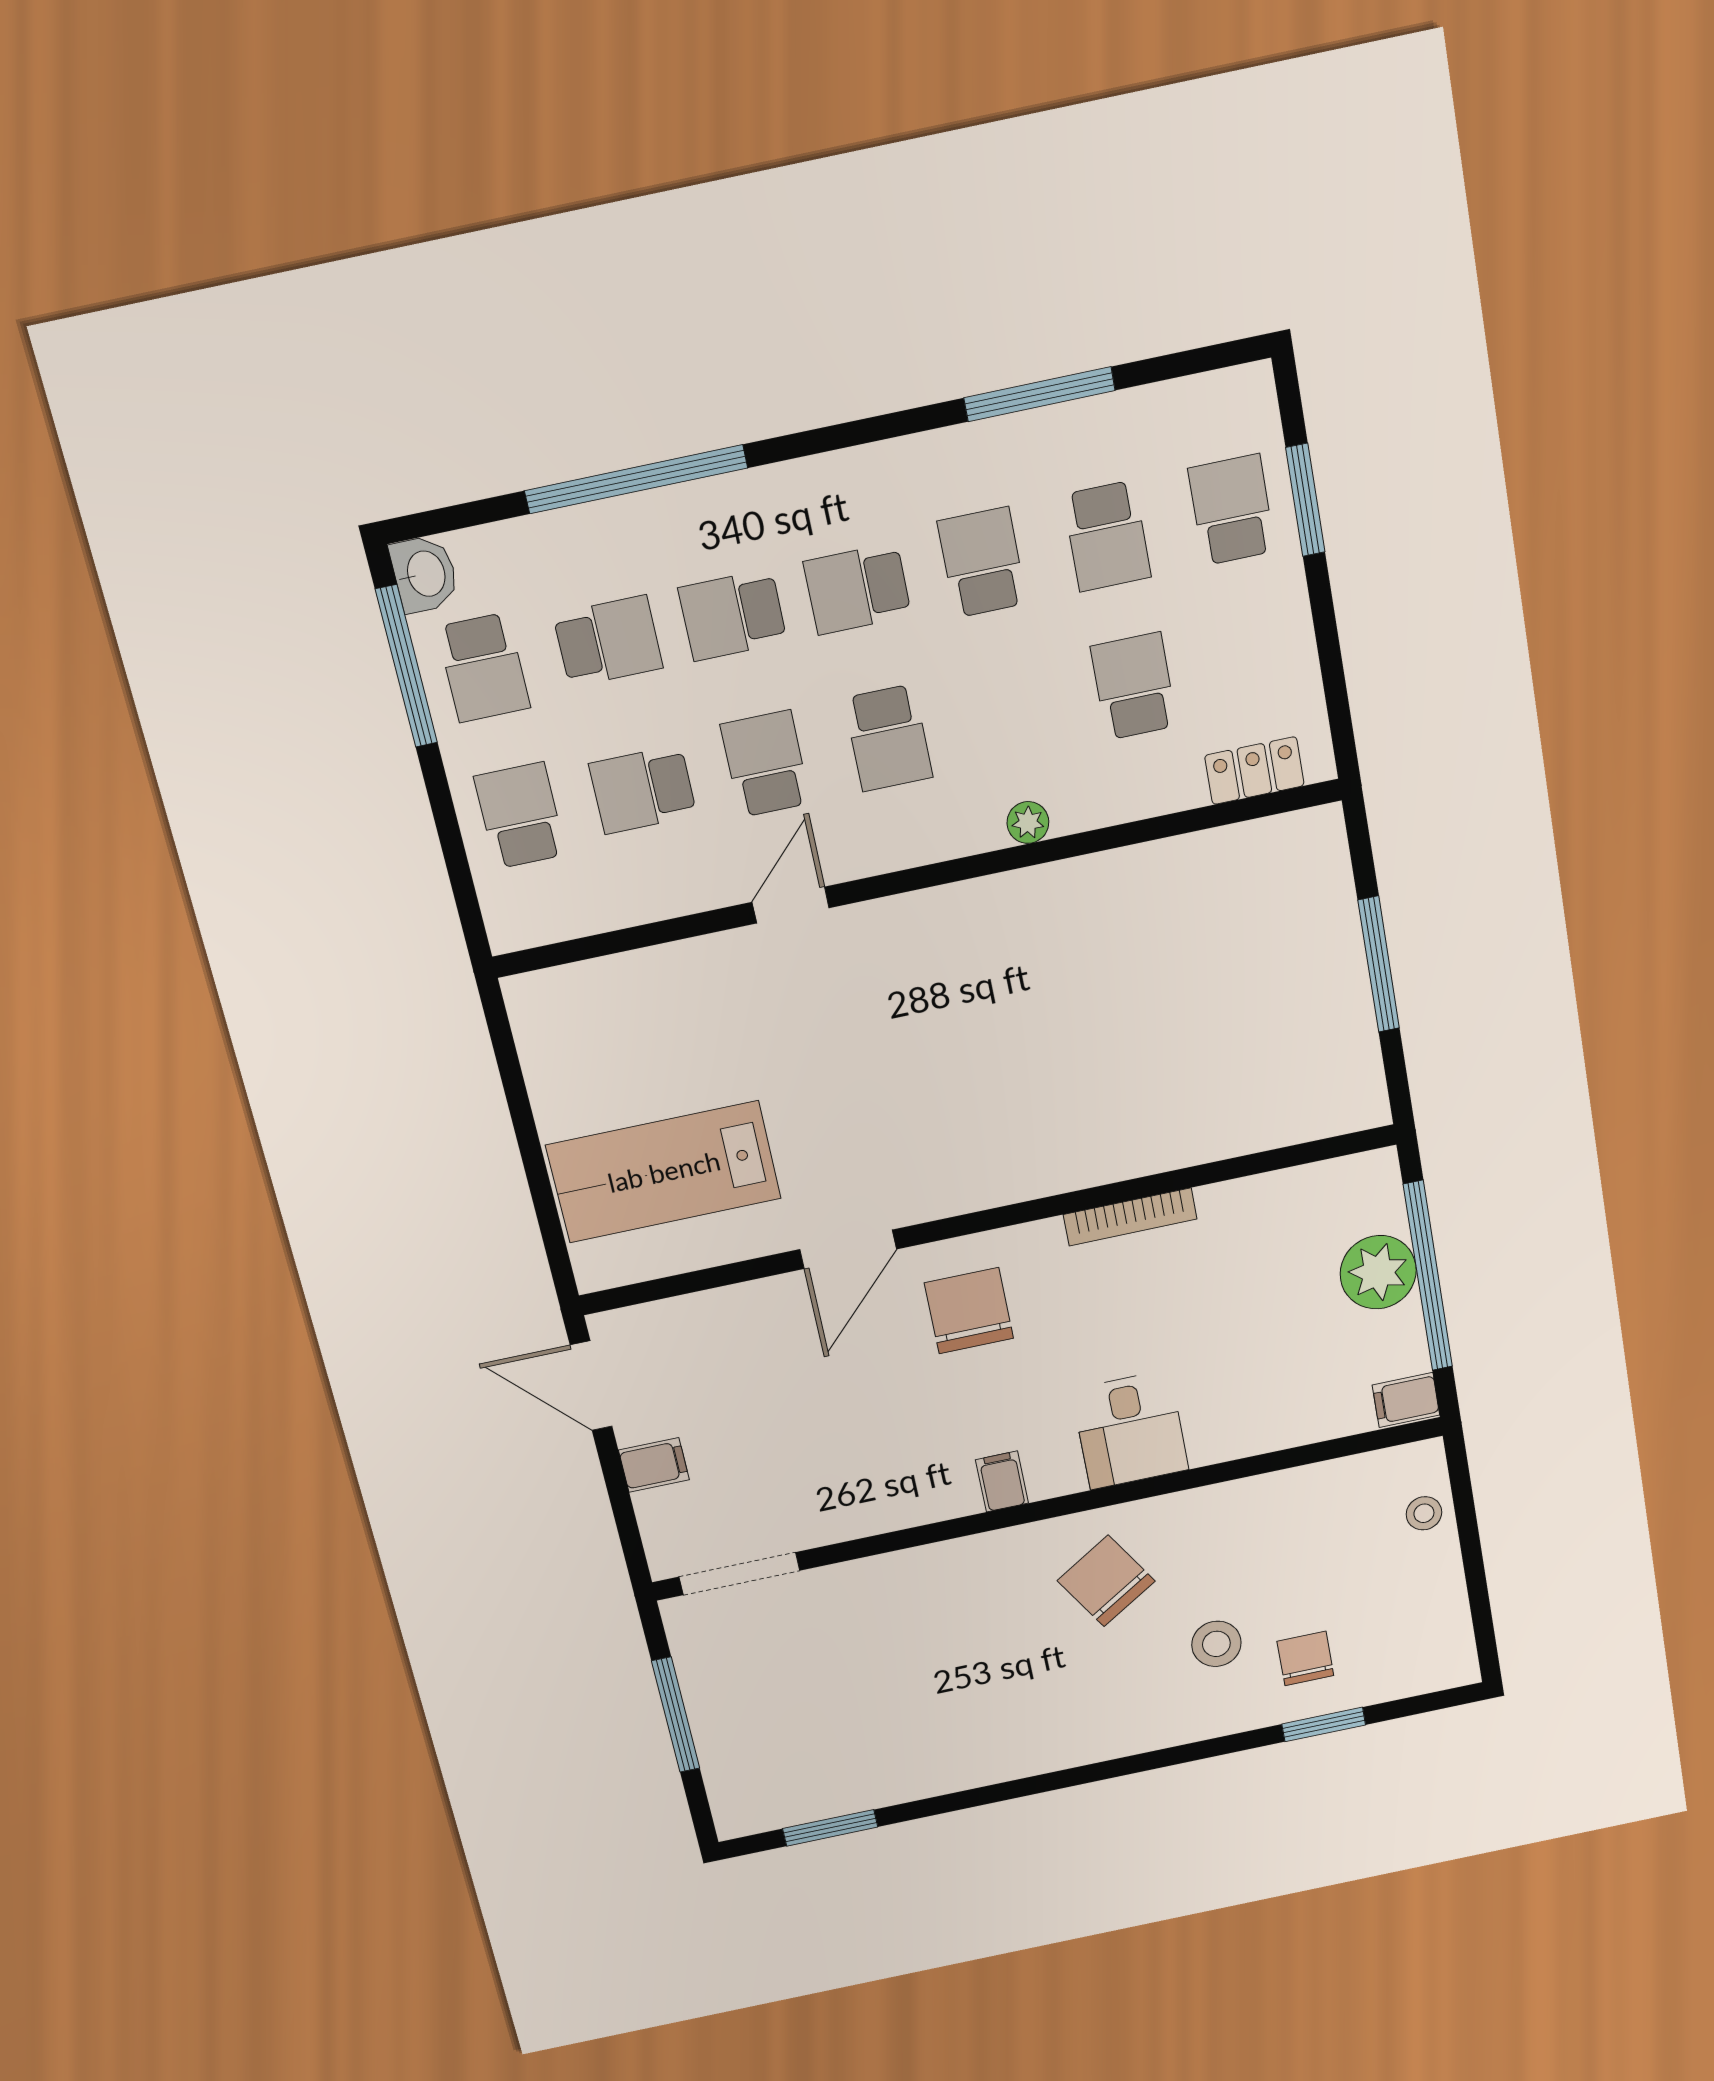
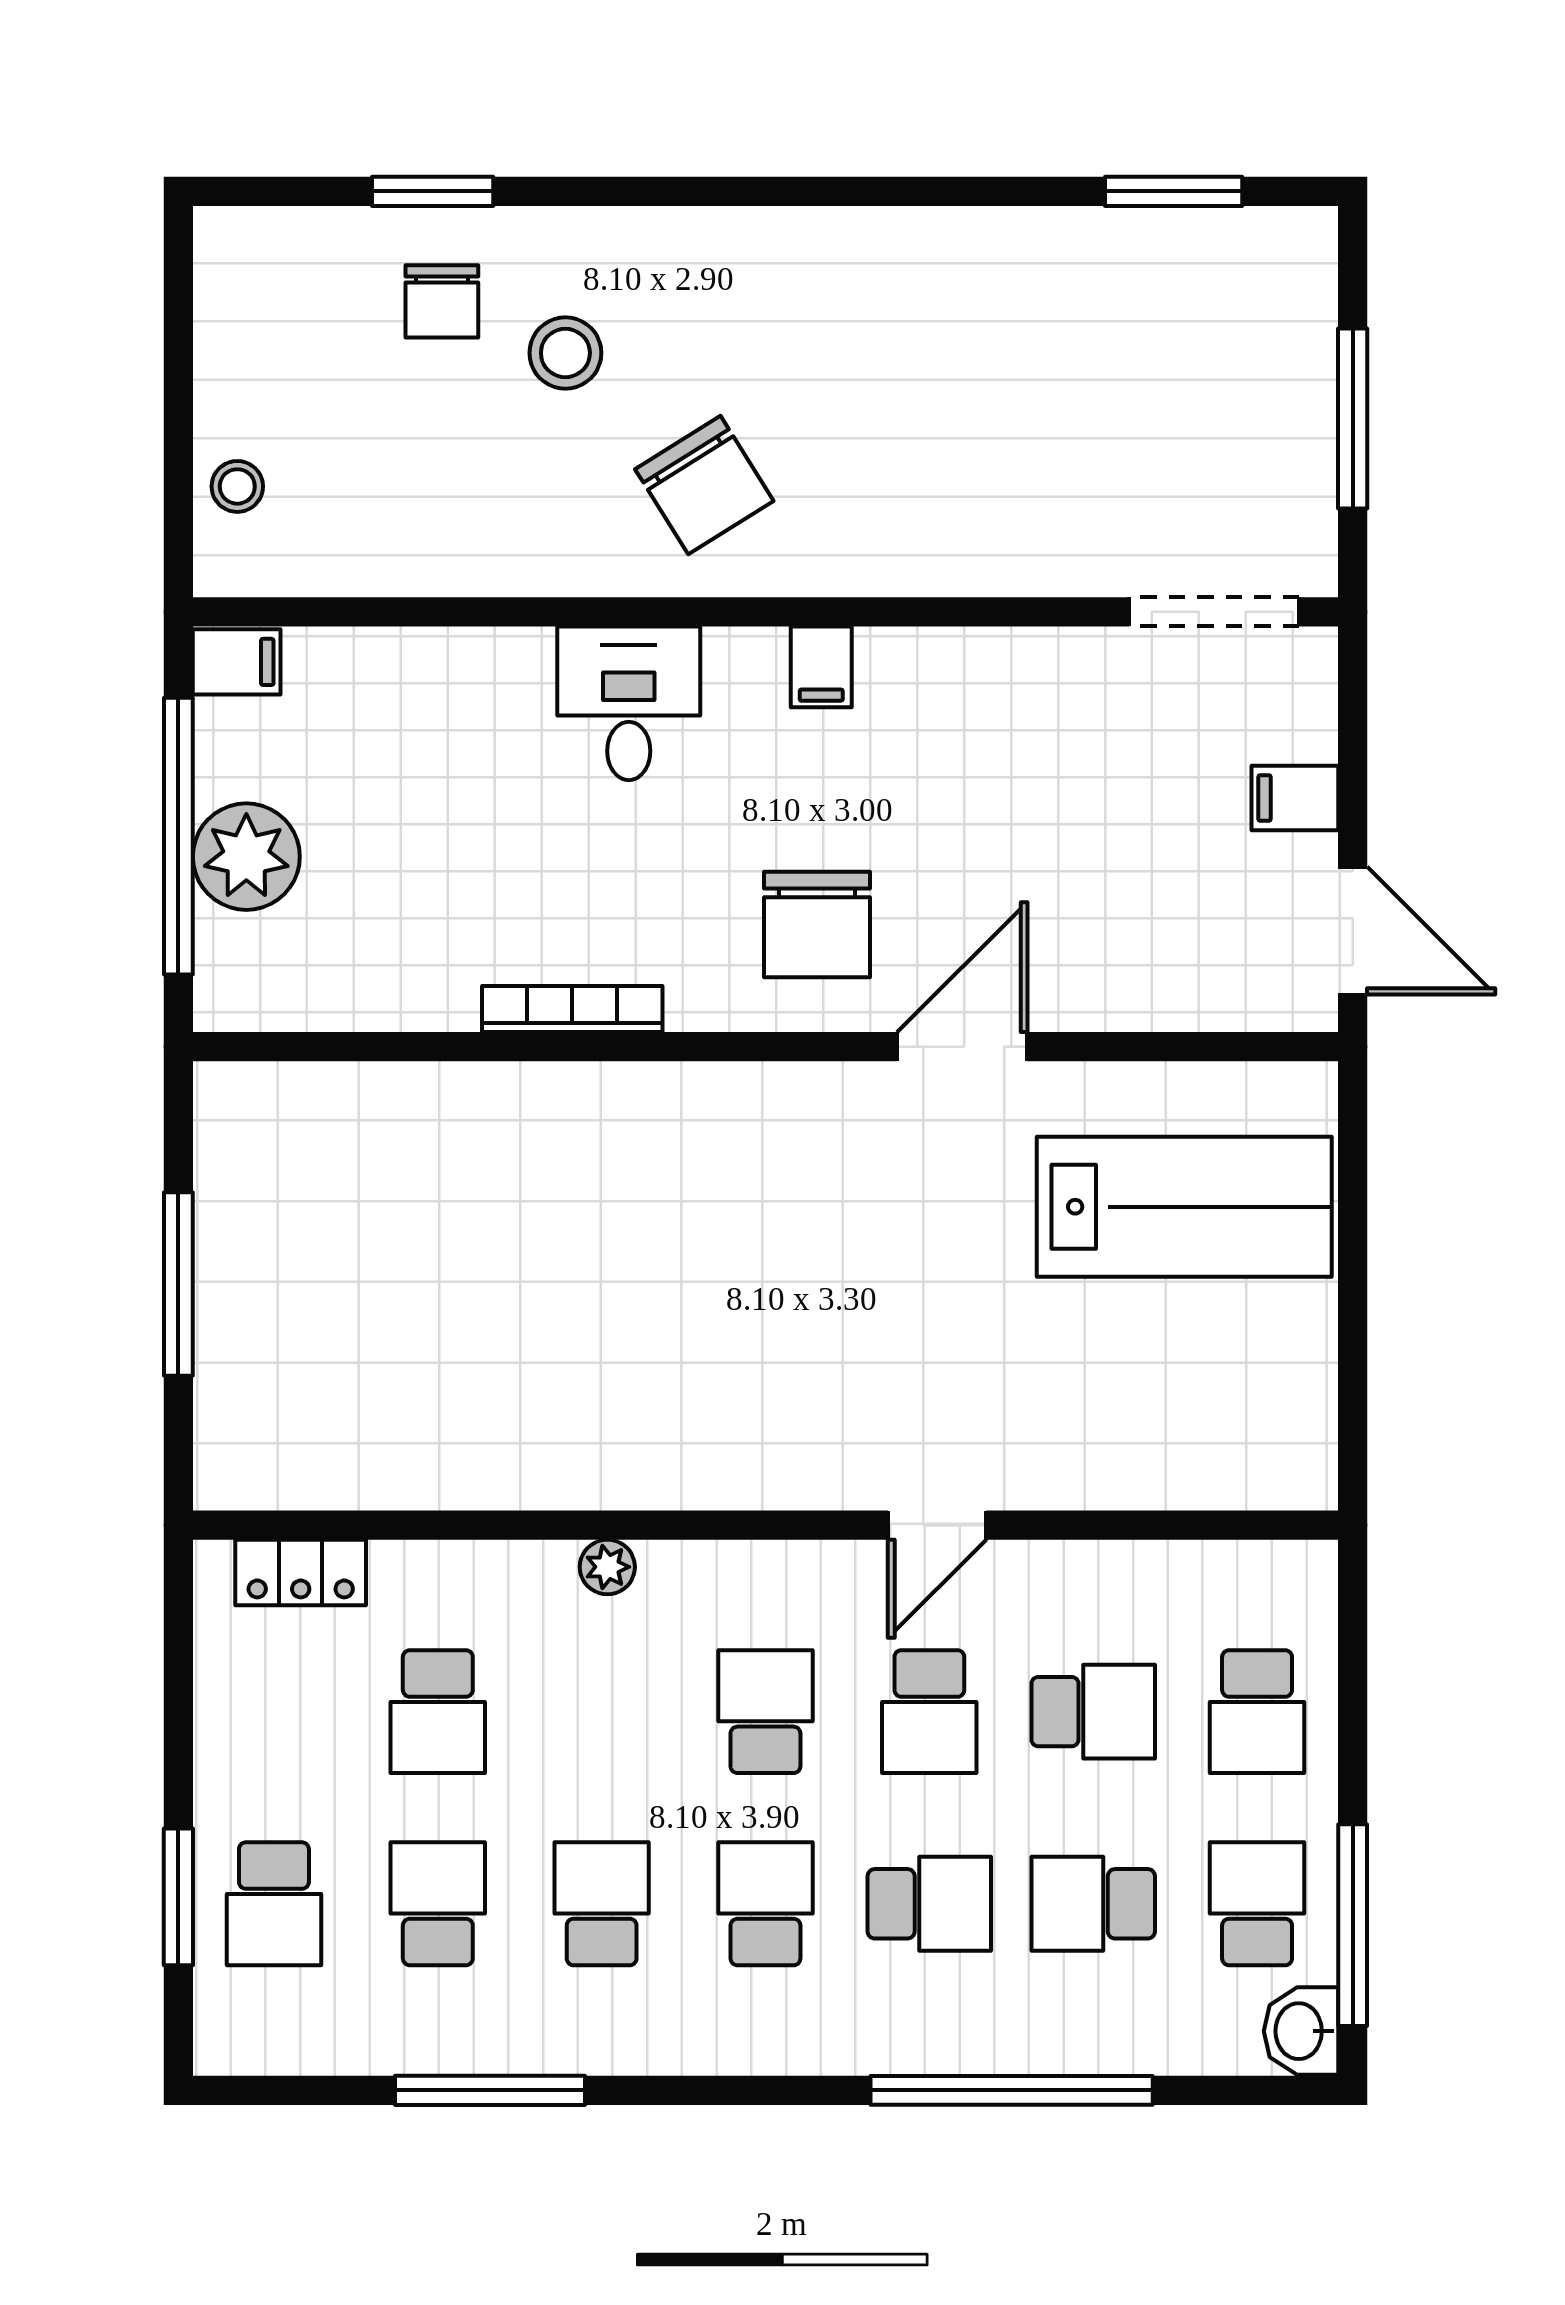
school desk: (982, 562) -> (602, 1904), turned 180
school desk: (857, 589) -> (765, 1904), turned -90

